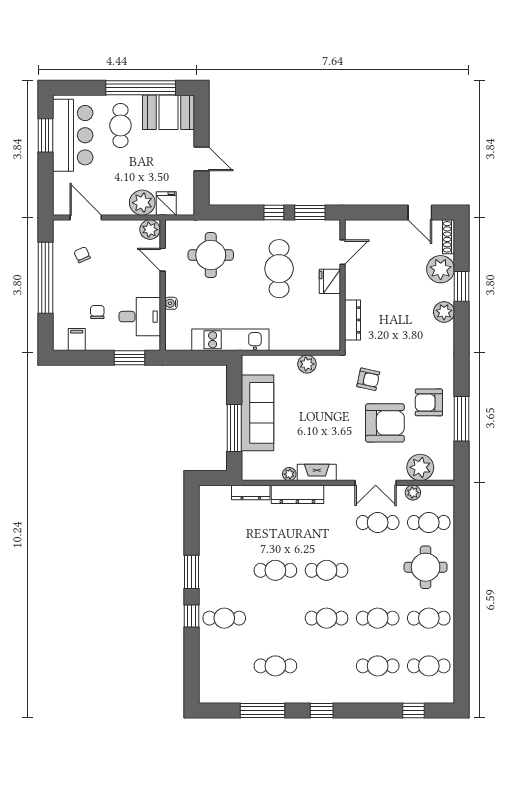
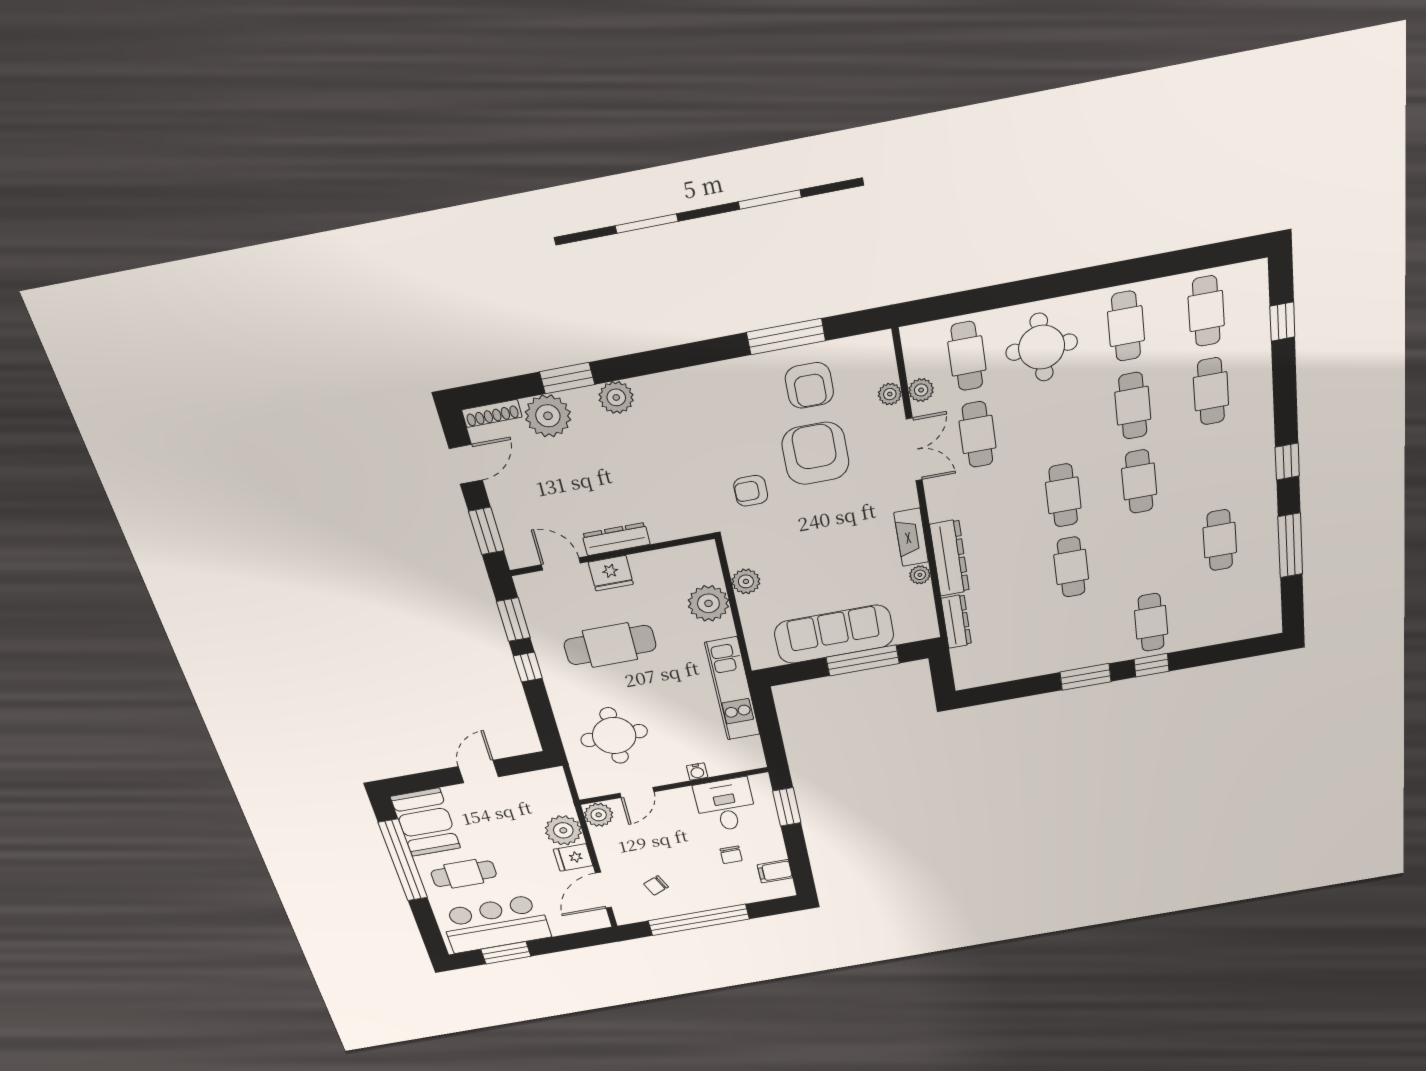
fridge: (166, 204) -> (573, 857), moved
window: (374, 212) -> (486, 531), added
chair: (97, 312) -> (731, 855), turned -90
dresser: (353, 320) -> (616, 539), moved
plant: (296, 337) -> (708, 603), added
armchair: (368, 379) -> (751, 491), turned -102
armchair: (429, 402) -> (809, 385), moved
plant: (420, 467) -> (890, 394), width x0.53, depth x0.53

